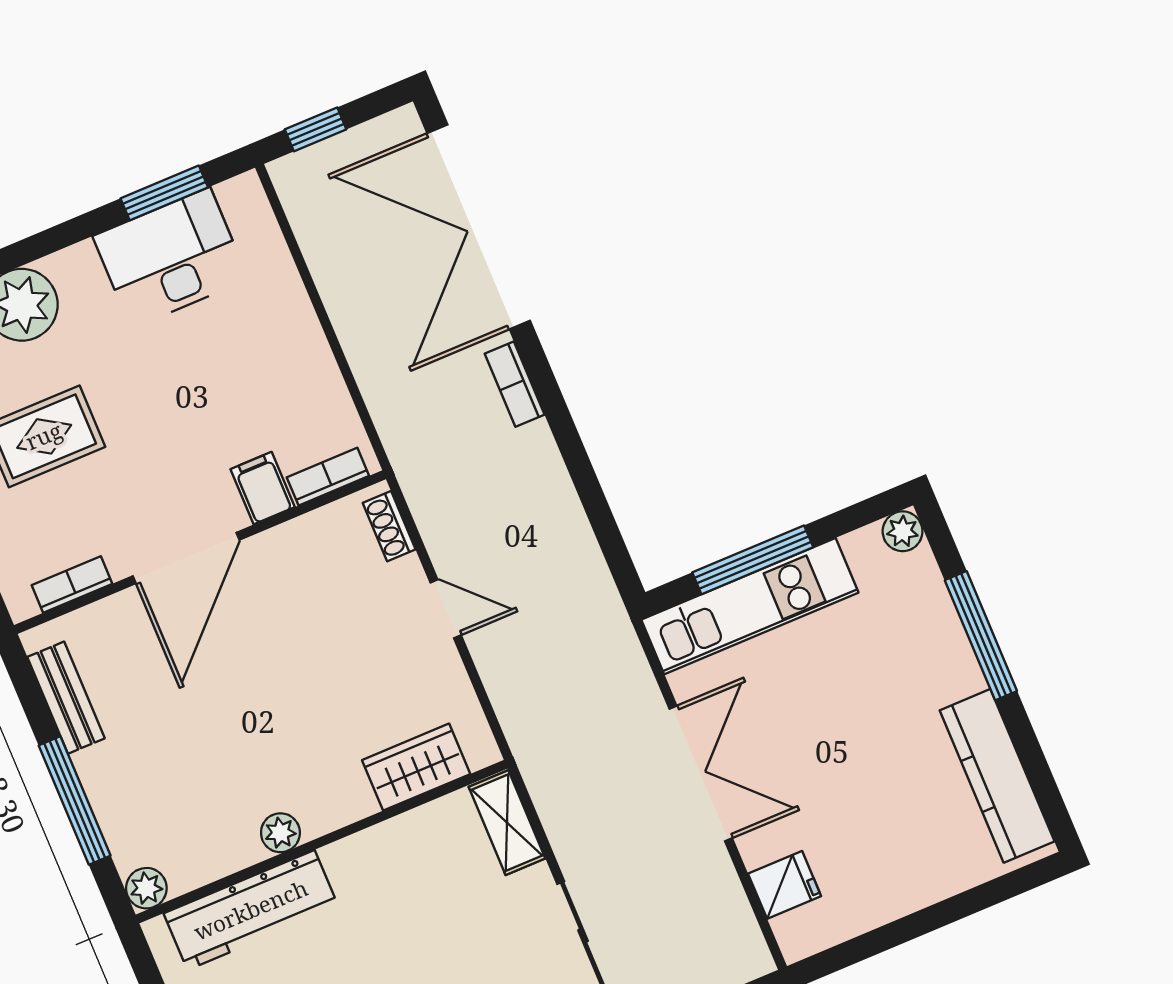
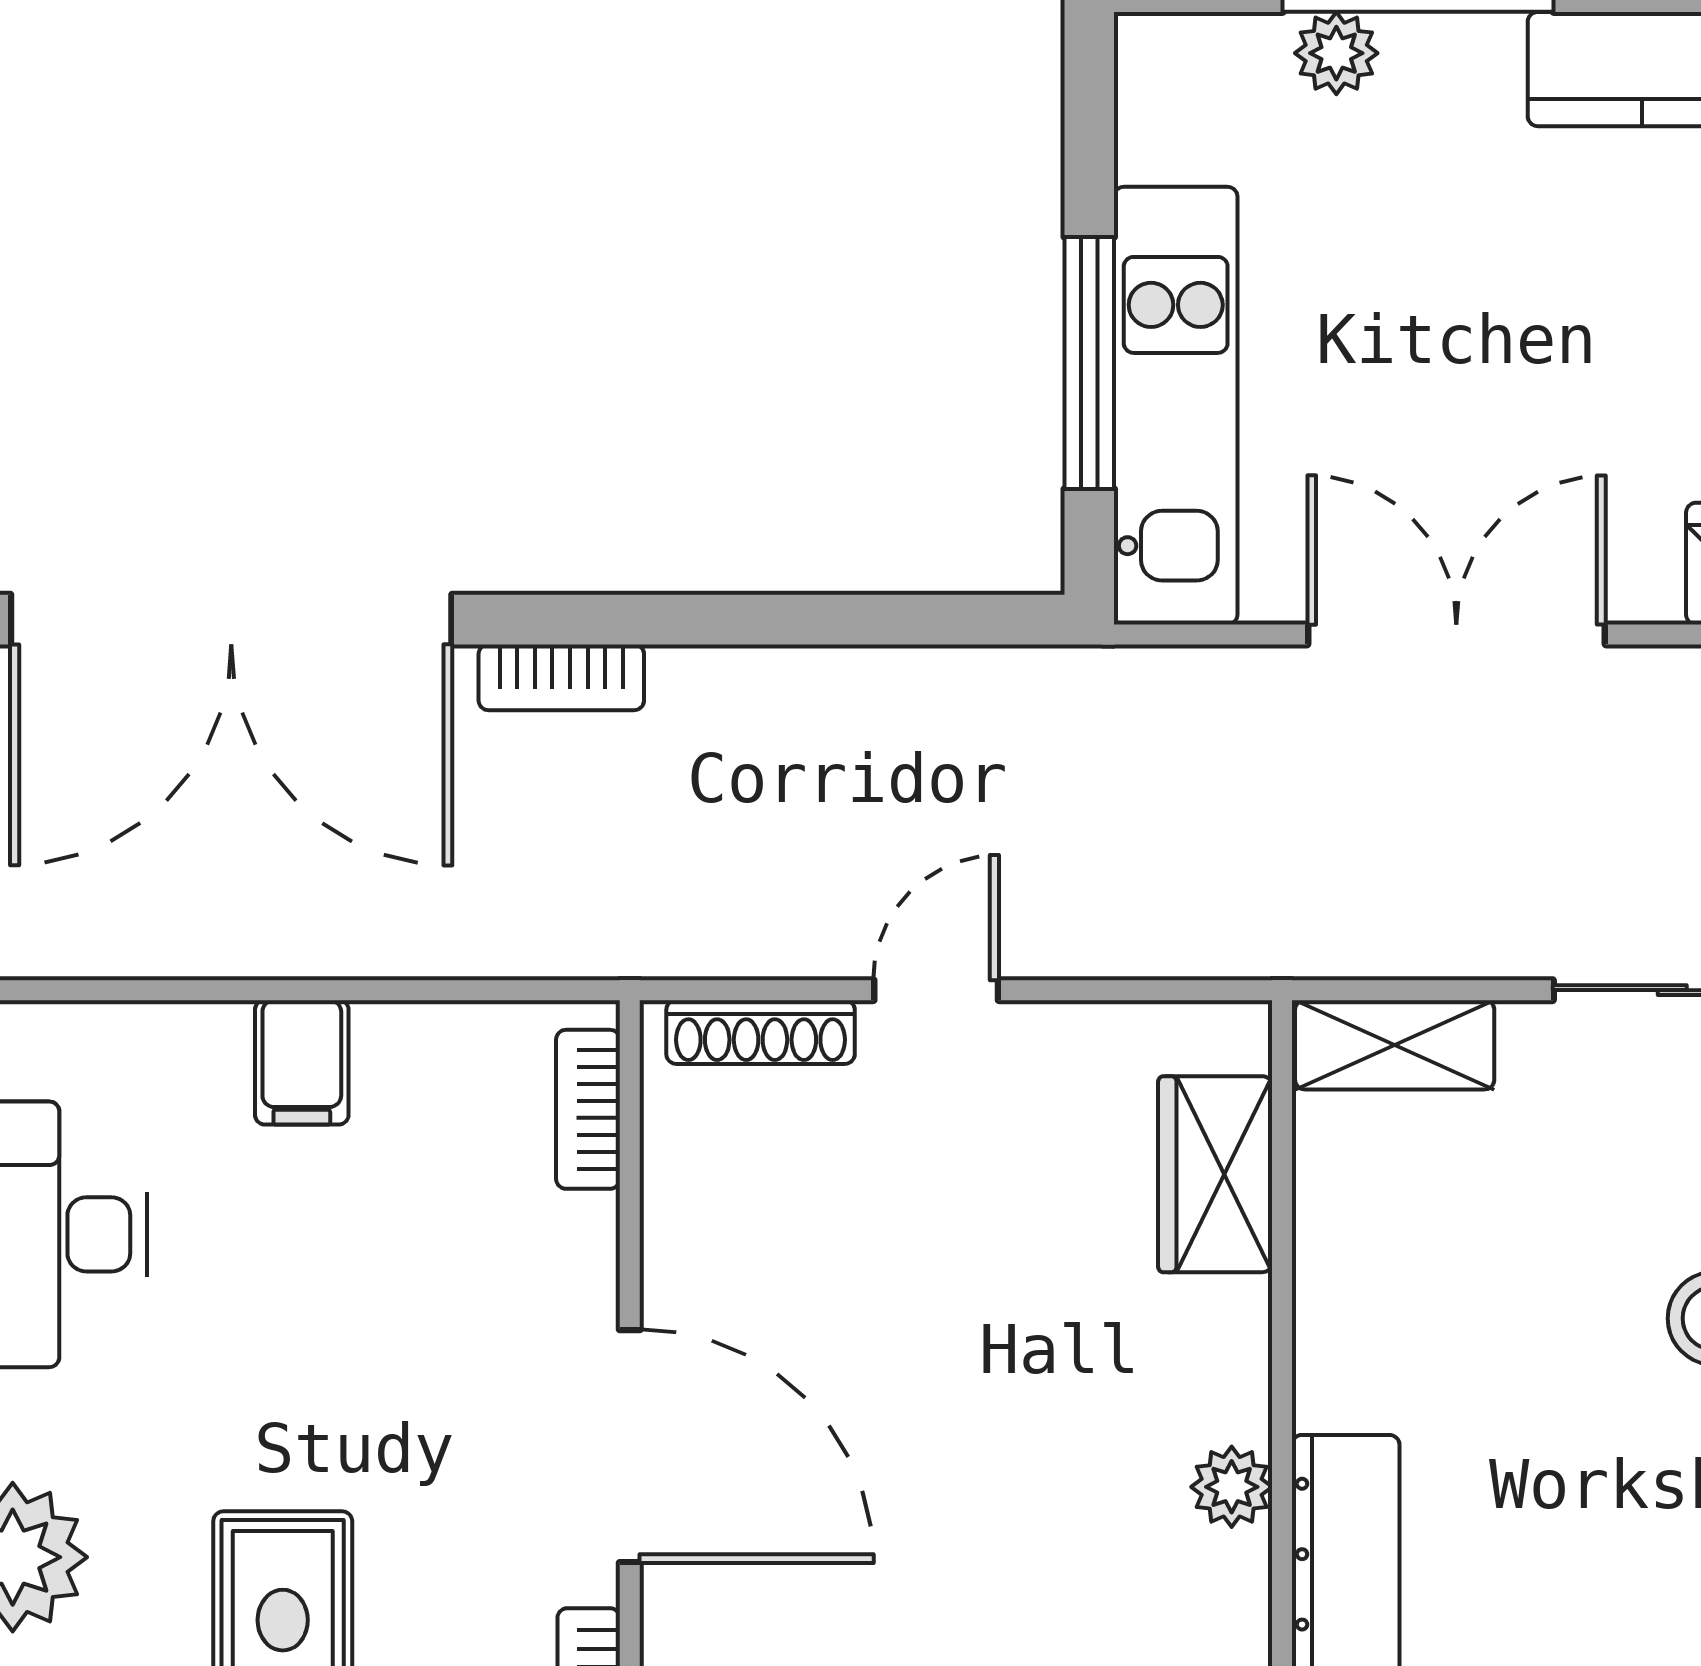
filing cabinet: (263, 488) -> (302, 1062), moved, turned -90
shoe rack: (389, 526) -> (761, 1032), width x1.43
plant: (903, 531) -> (1336, 53), moved

